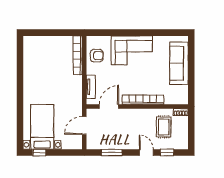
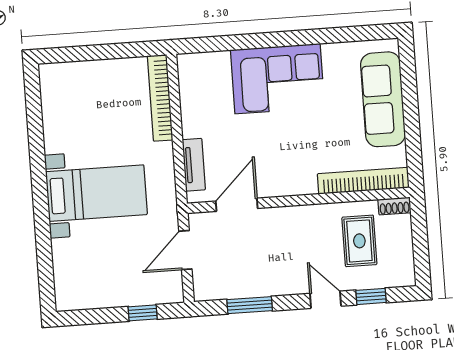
armchair: (97, 56) -> (202, 95), removed
bookcase: (143, 100) -> (363, 181), moved
bed with nightstands: (42, 127) -> (96, 193), moved, turned 90
window: (39, 152) -> (143, 313), moved

